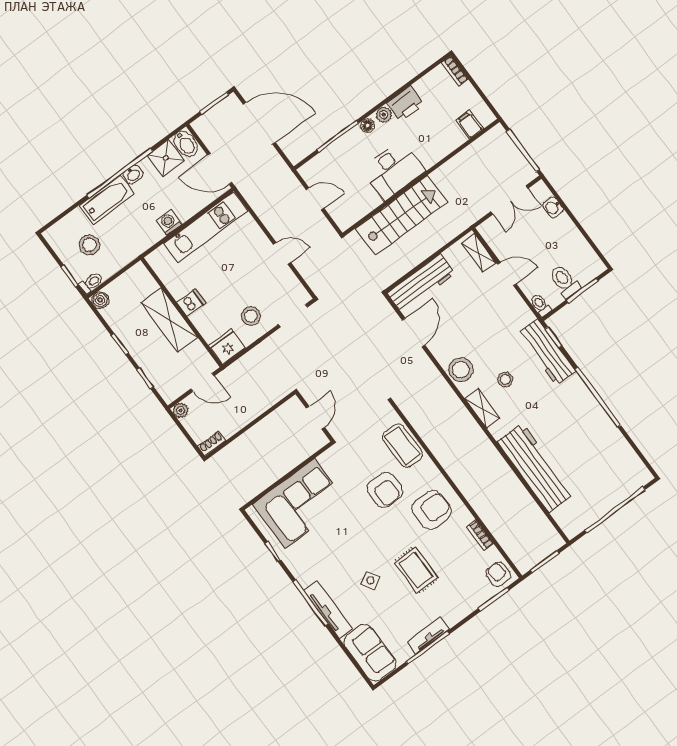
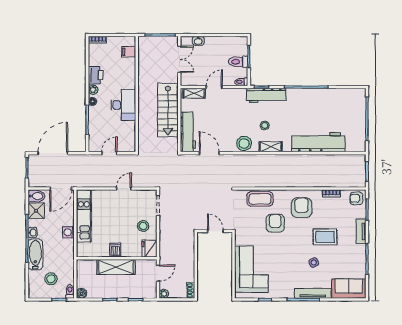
stairs: (402, 215) -> (168, 110), moved, turned 180
armchair: (385, 490) -> (275, 223), turned -90
tv unit: (428, 636) -> (361, 231), moved

